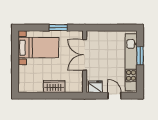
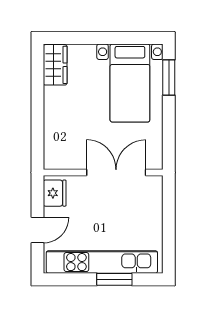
window: (58, 28) -> (169, 78), moved
wardrobe: (54, 86) -> (55, 65), moved

